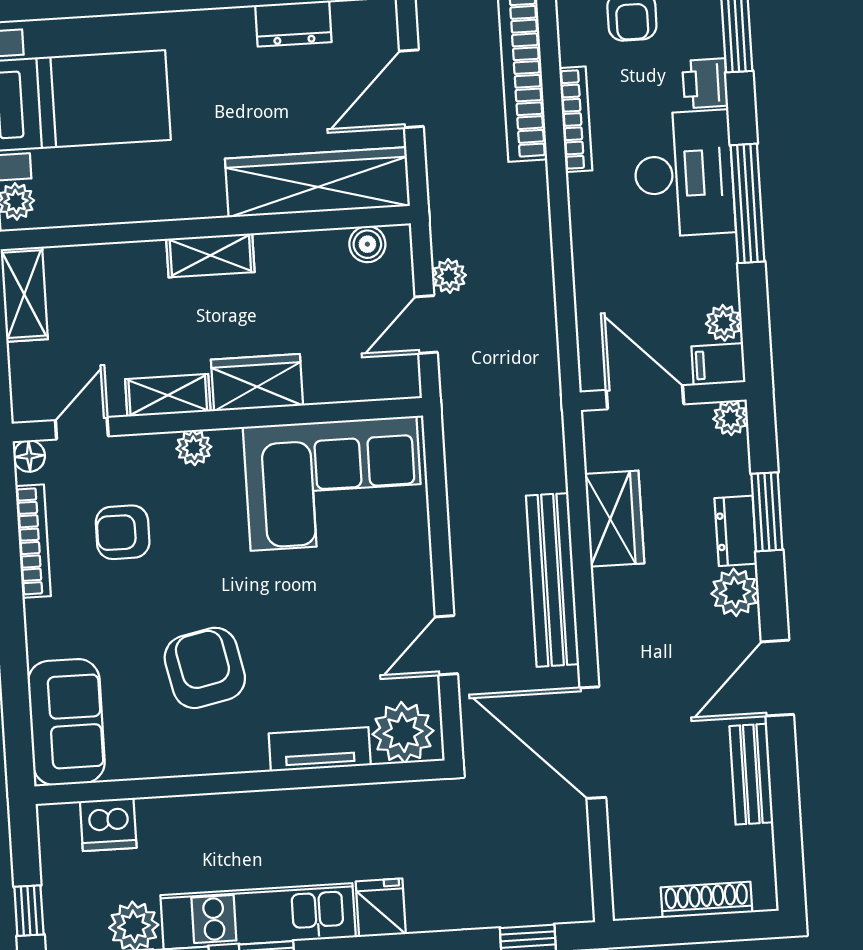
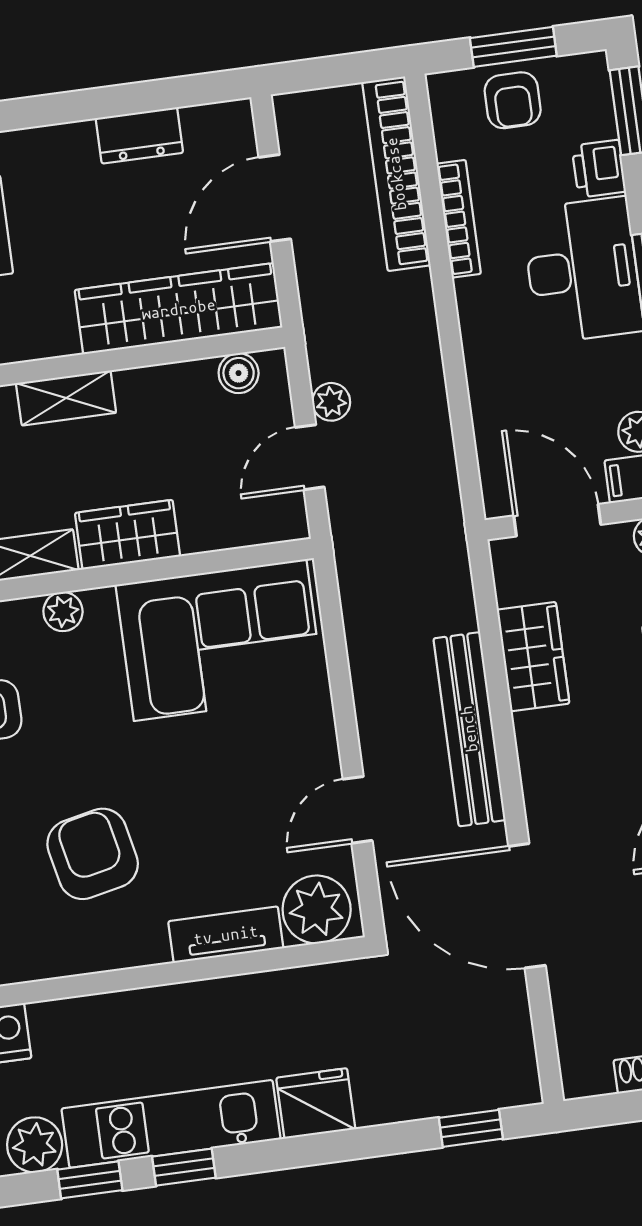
fridge: (381, 908) -> (316, 1103), width x1.38

